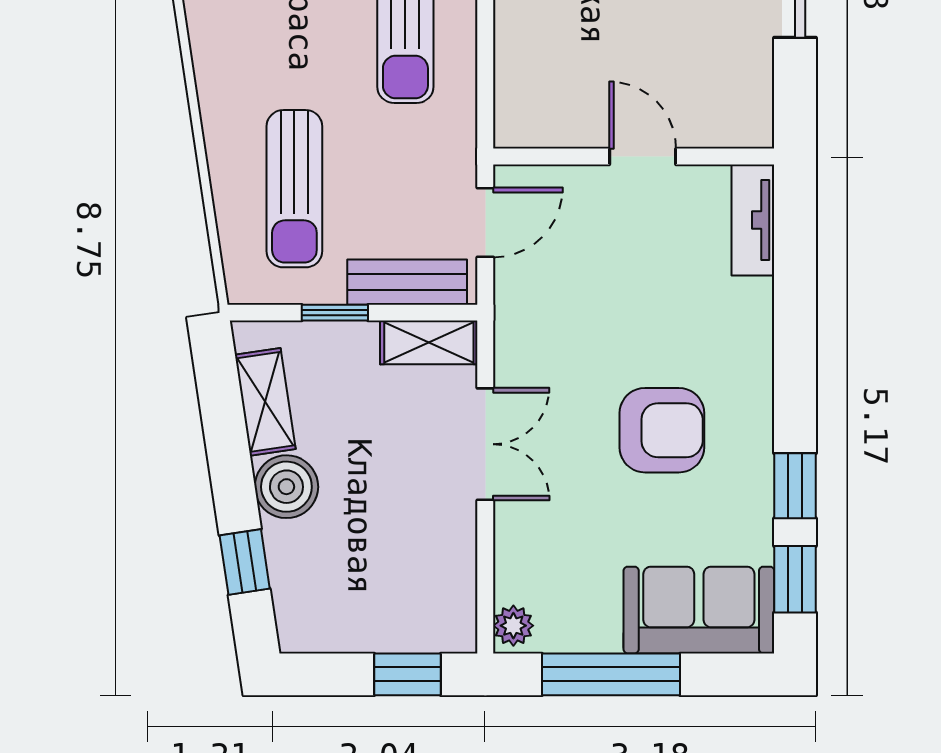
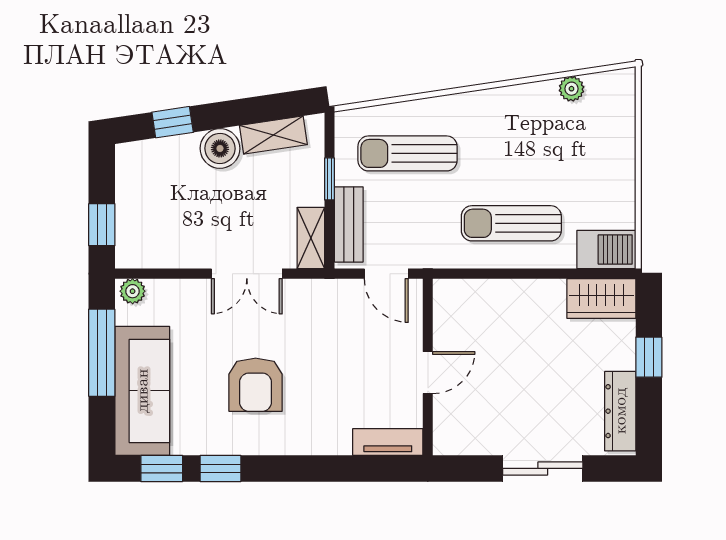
sofa: (699, 610) -> (142, 391), width x1.36

